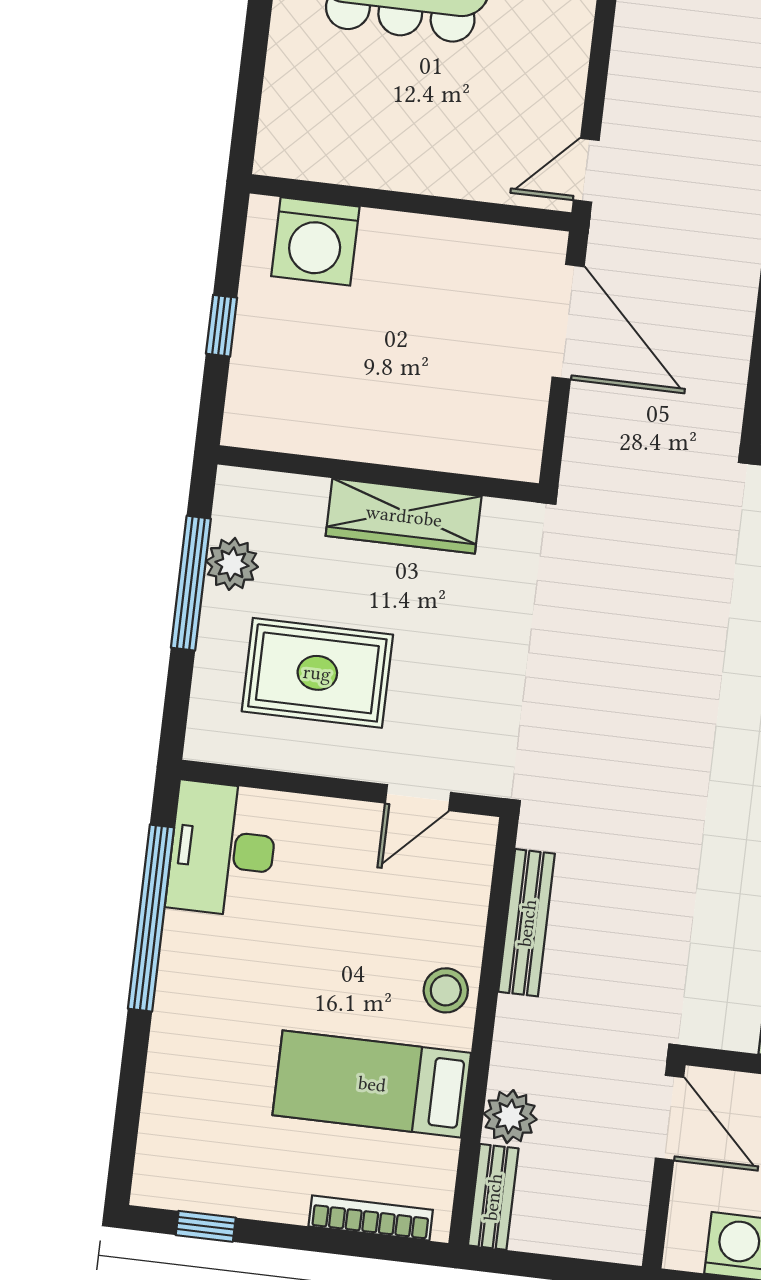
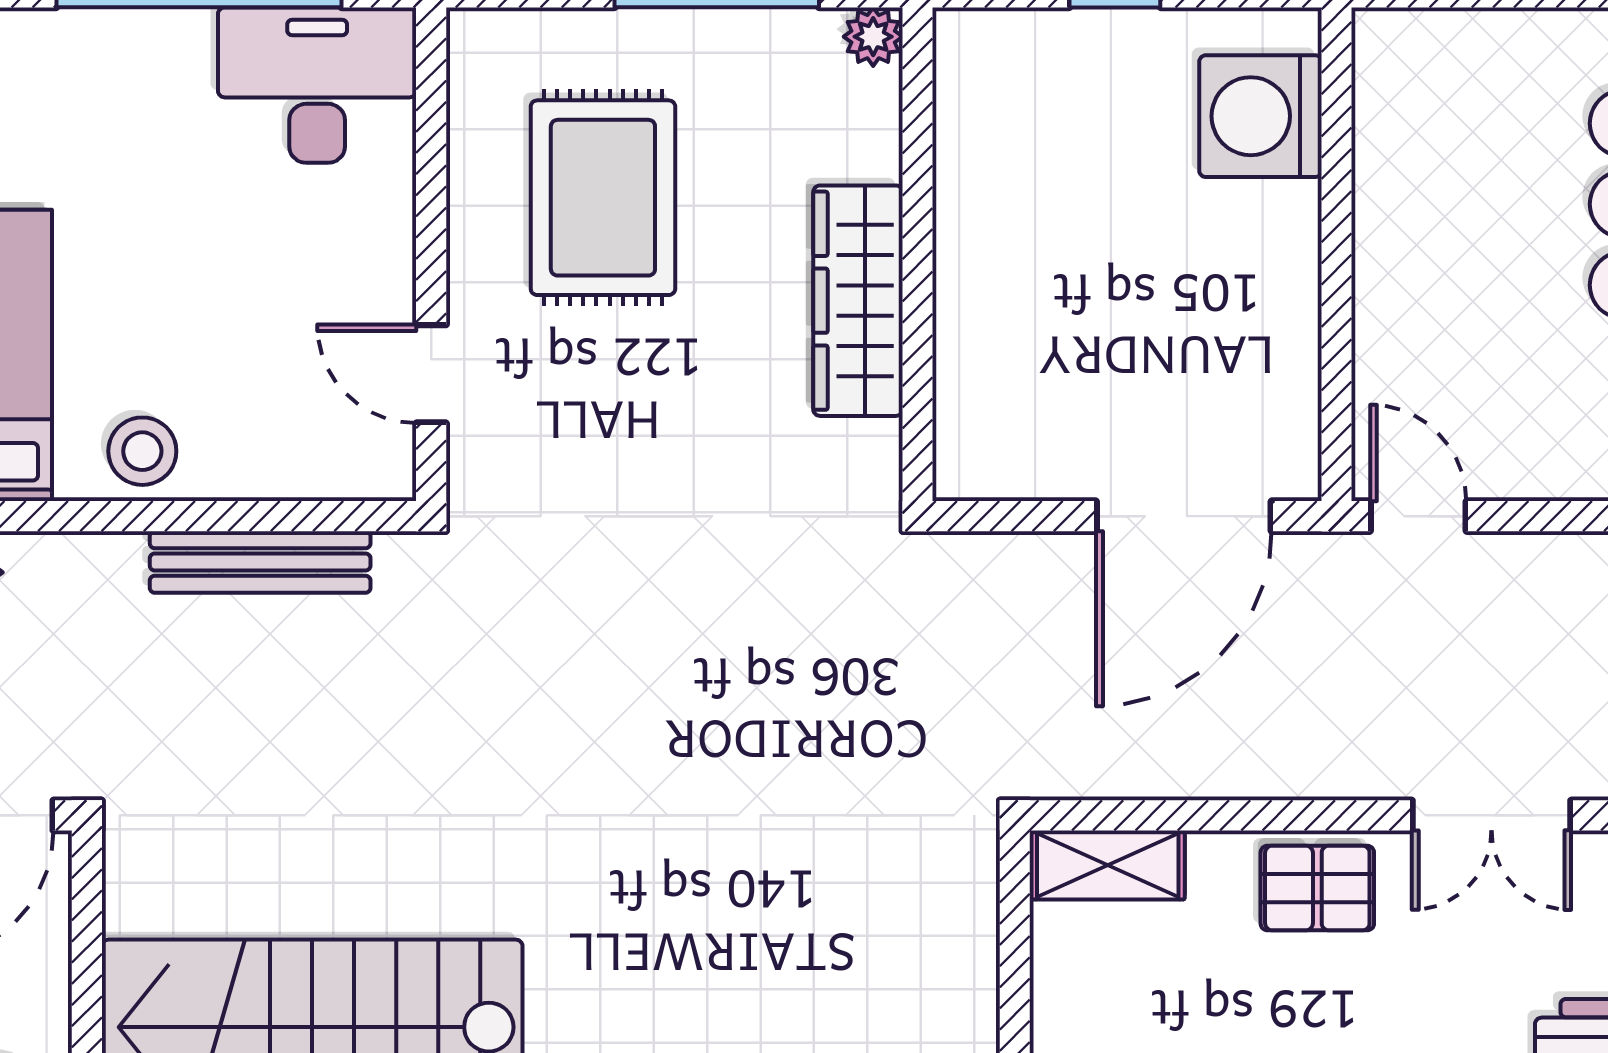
plant: (232, 564) -> (873, 37), moved, width x0.73, depth x0.73

